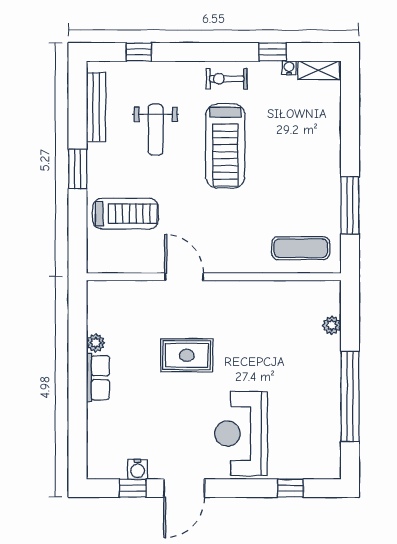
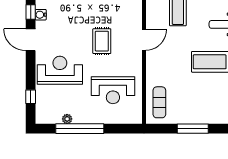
window: (350, 205) -> (193, 129), moved
plant: (332, 325) -> (67, 119), moved
reception desk: (278, 335) -> (113, 90), added

